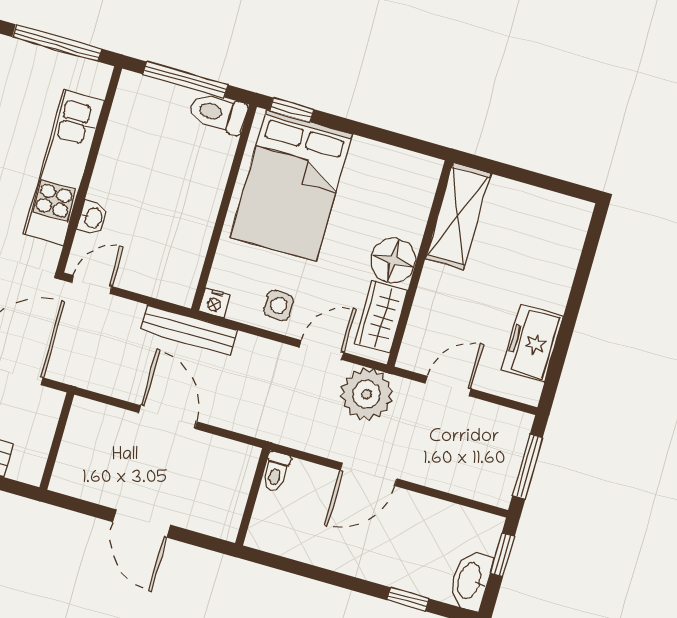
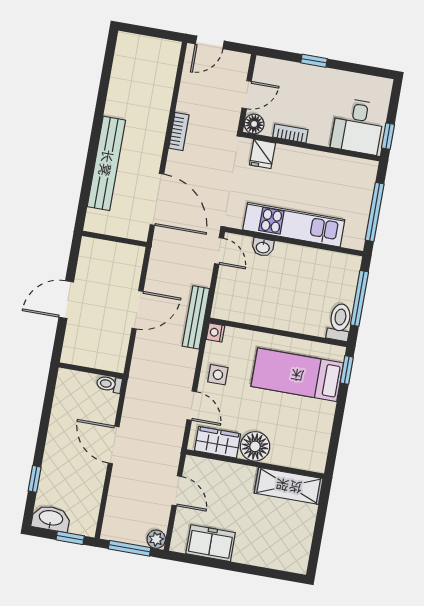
bed: (291, 186) -> (297, 375), width x0.67
plant: (366, 394) -> (156, 539), moved, width x0.53, depth x0.53

